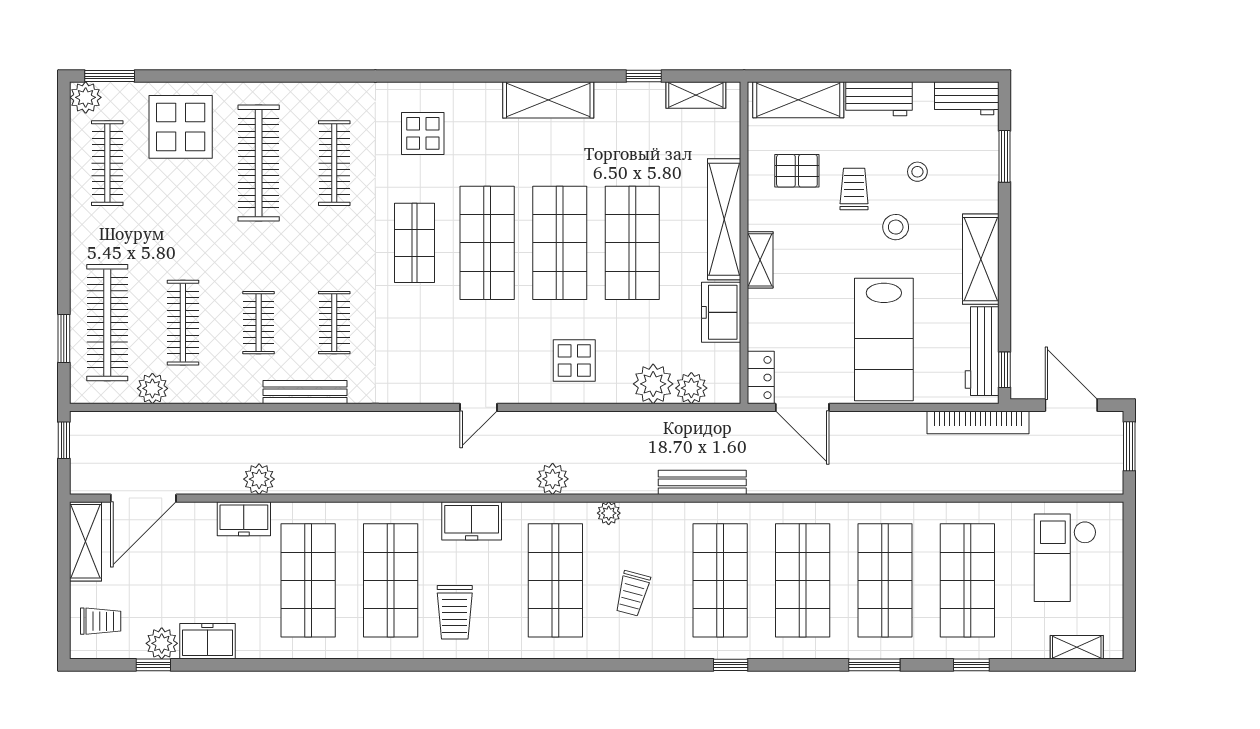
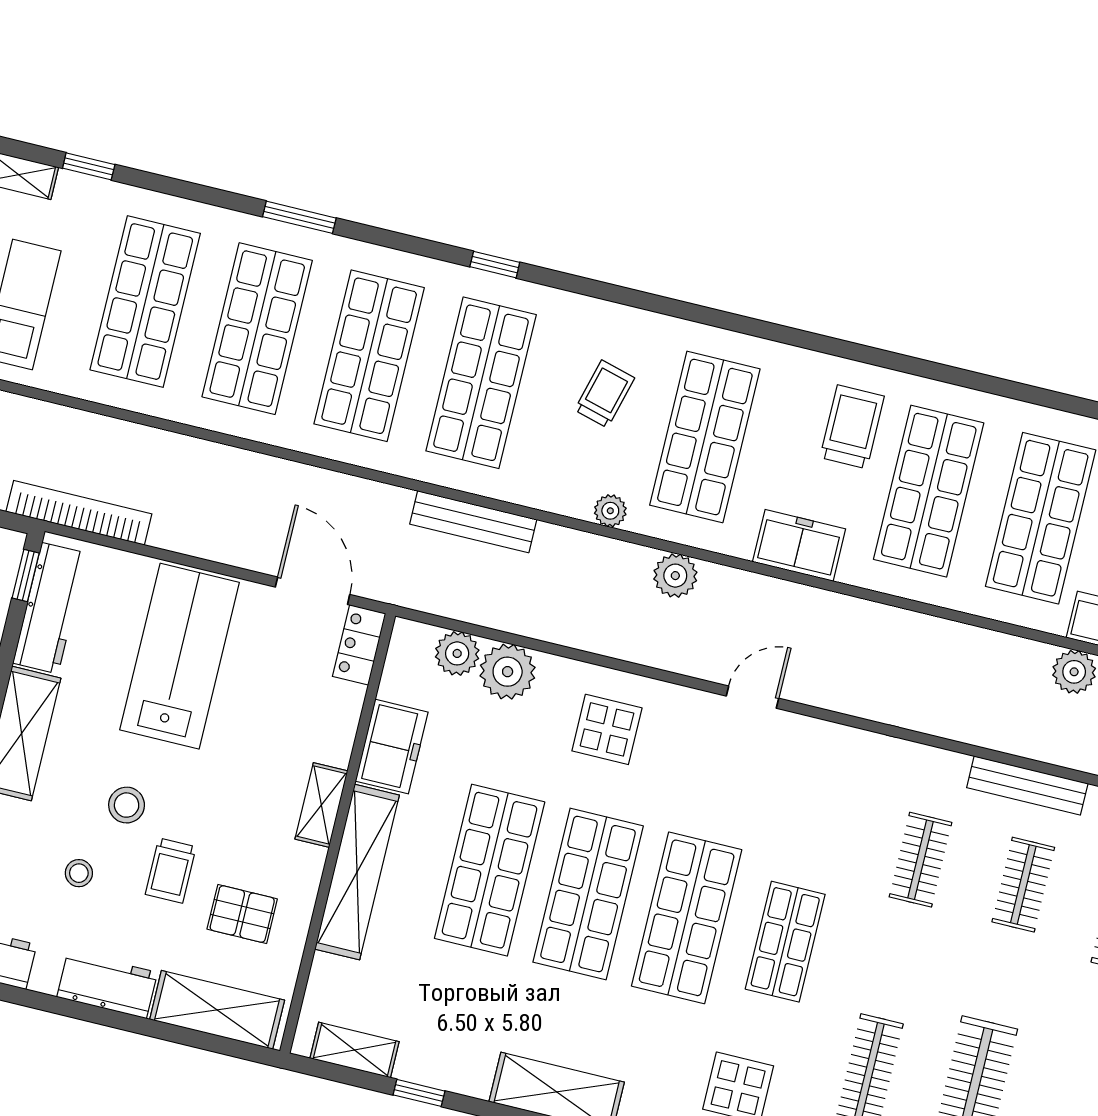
bench: (305, 392) -> (1027, 785), moved
window: (971, 665) -> (89, 166), moved

